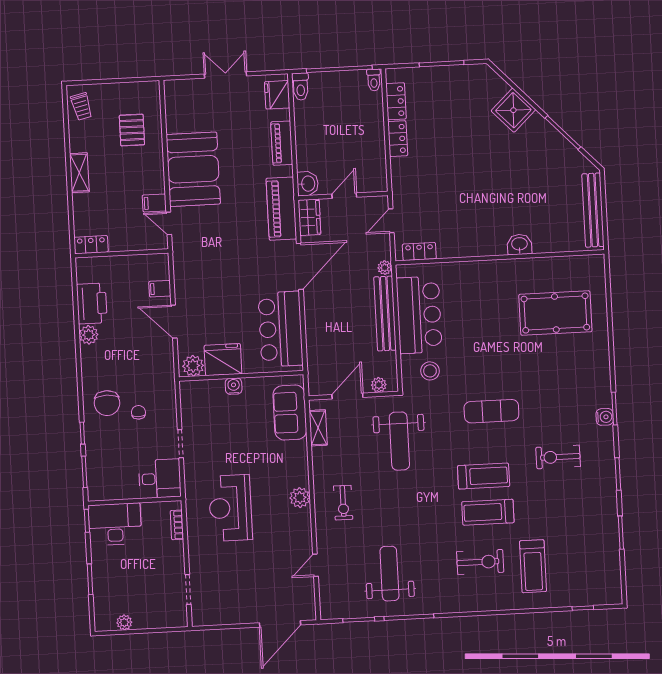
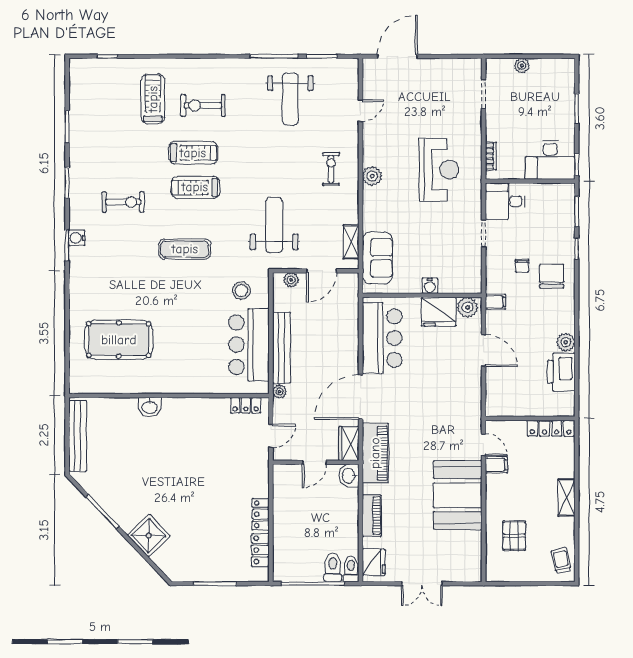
toilet: (374, 80) -> (333, 567), moved, width x1.37, depth x1.39
locker: (91, 245) -> (551, 428), width x1.53
filing cabinet: (160, 289) -> (495, 302), moved
plant: (124, 622) -> (522, 66), moved

